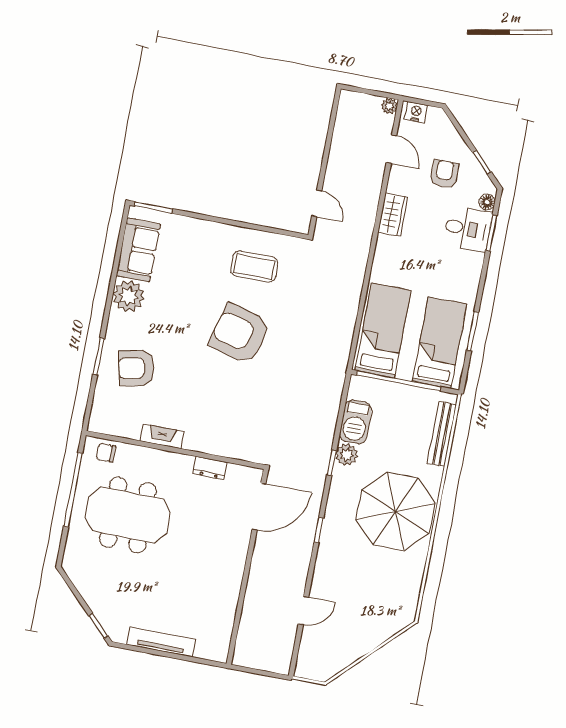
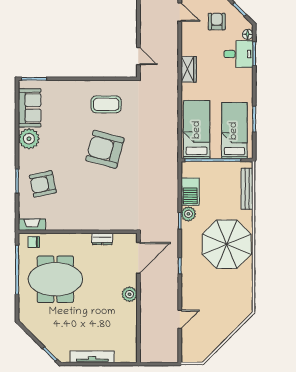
wardrobe: (393, 215) -> (189, 69), moved
fireplace: (162, 436) -> (32, 225), moved
plant: (235, 559) -> (129, 294), added

